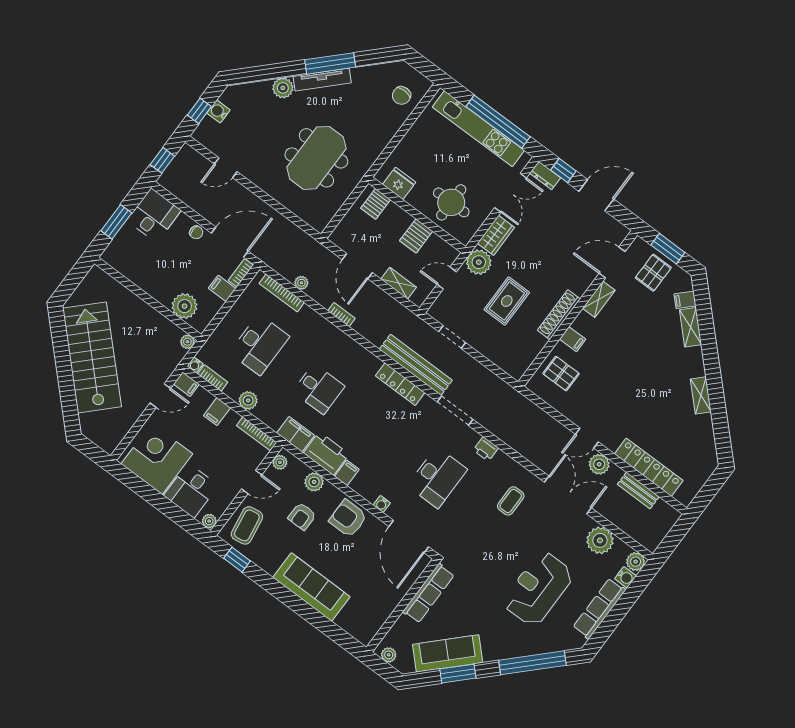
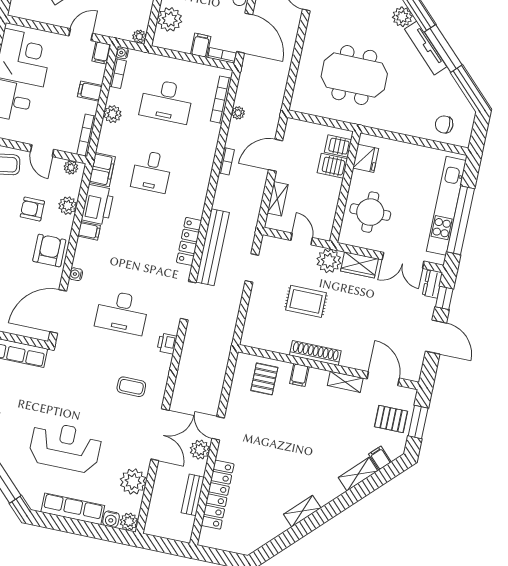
server rack: (416, 236) -> (332, 166), moved
door: (160, 396) -> (81, 35), swing flipped

